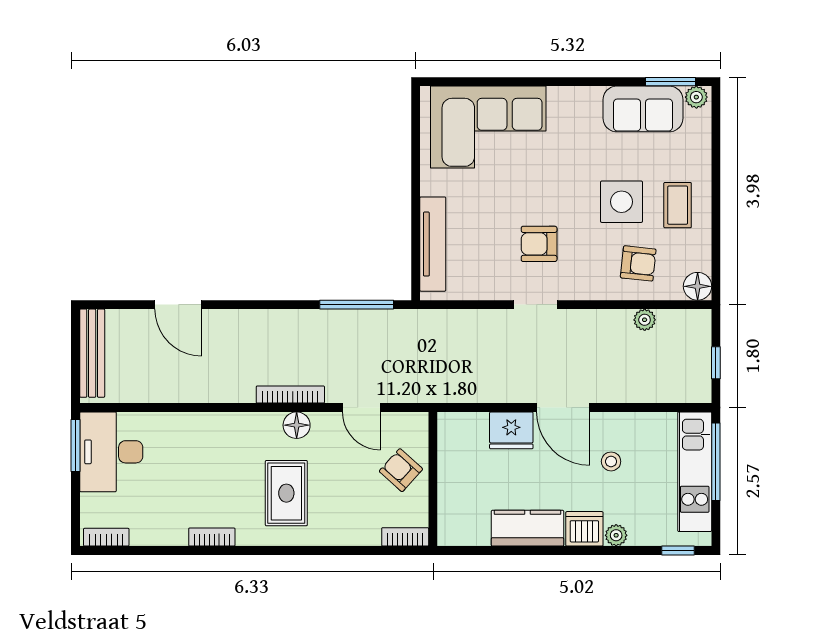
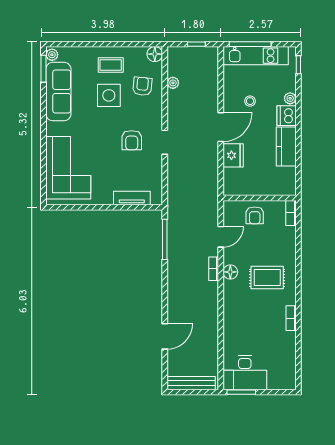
sofa: (643, 109) -> (58, 92), width x1.36
tv unit: (433, 244) -> (132, 198), width x0.71
bookcase: (290, 395) -> (214, 269), width x0.64
armchair: (401, 470) -> (255, 215), turned -42
bookcase: (106, 537) -> (291, 375), removed

